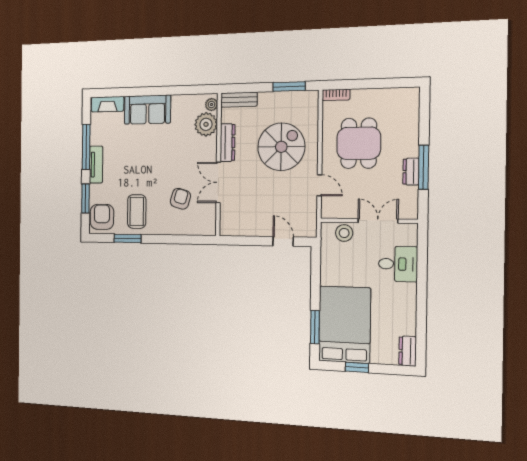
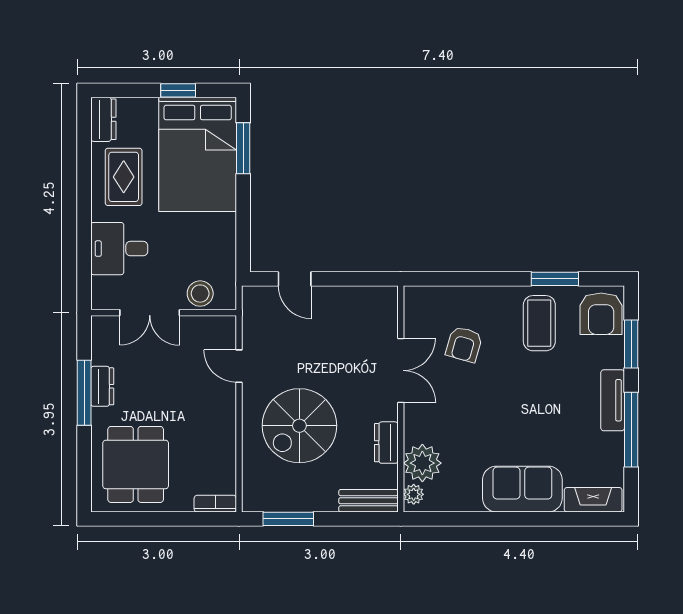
dresser: (228, 143) -> (386, 443), width x0.70
dining table: (359, 143) -> (136, 464), moved
rug: (394, 312) -> (124, 177), added

